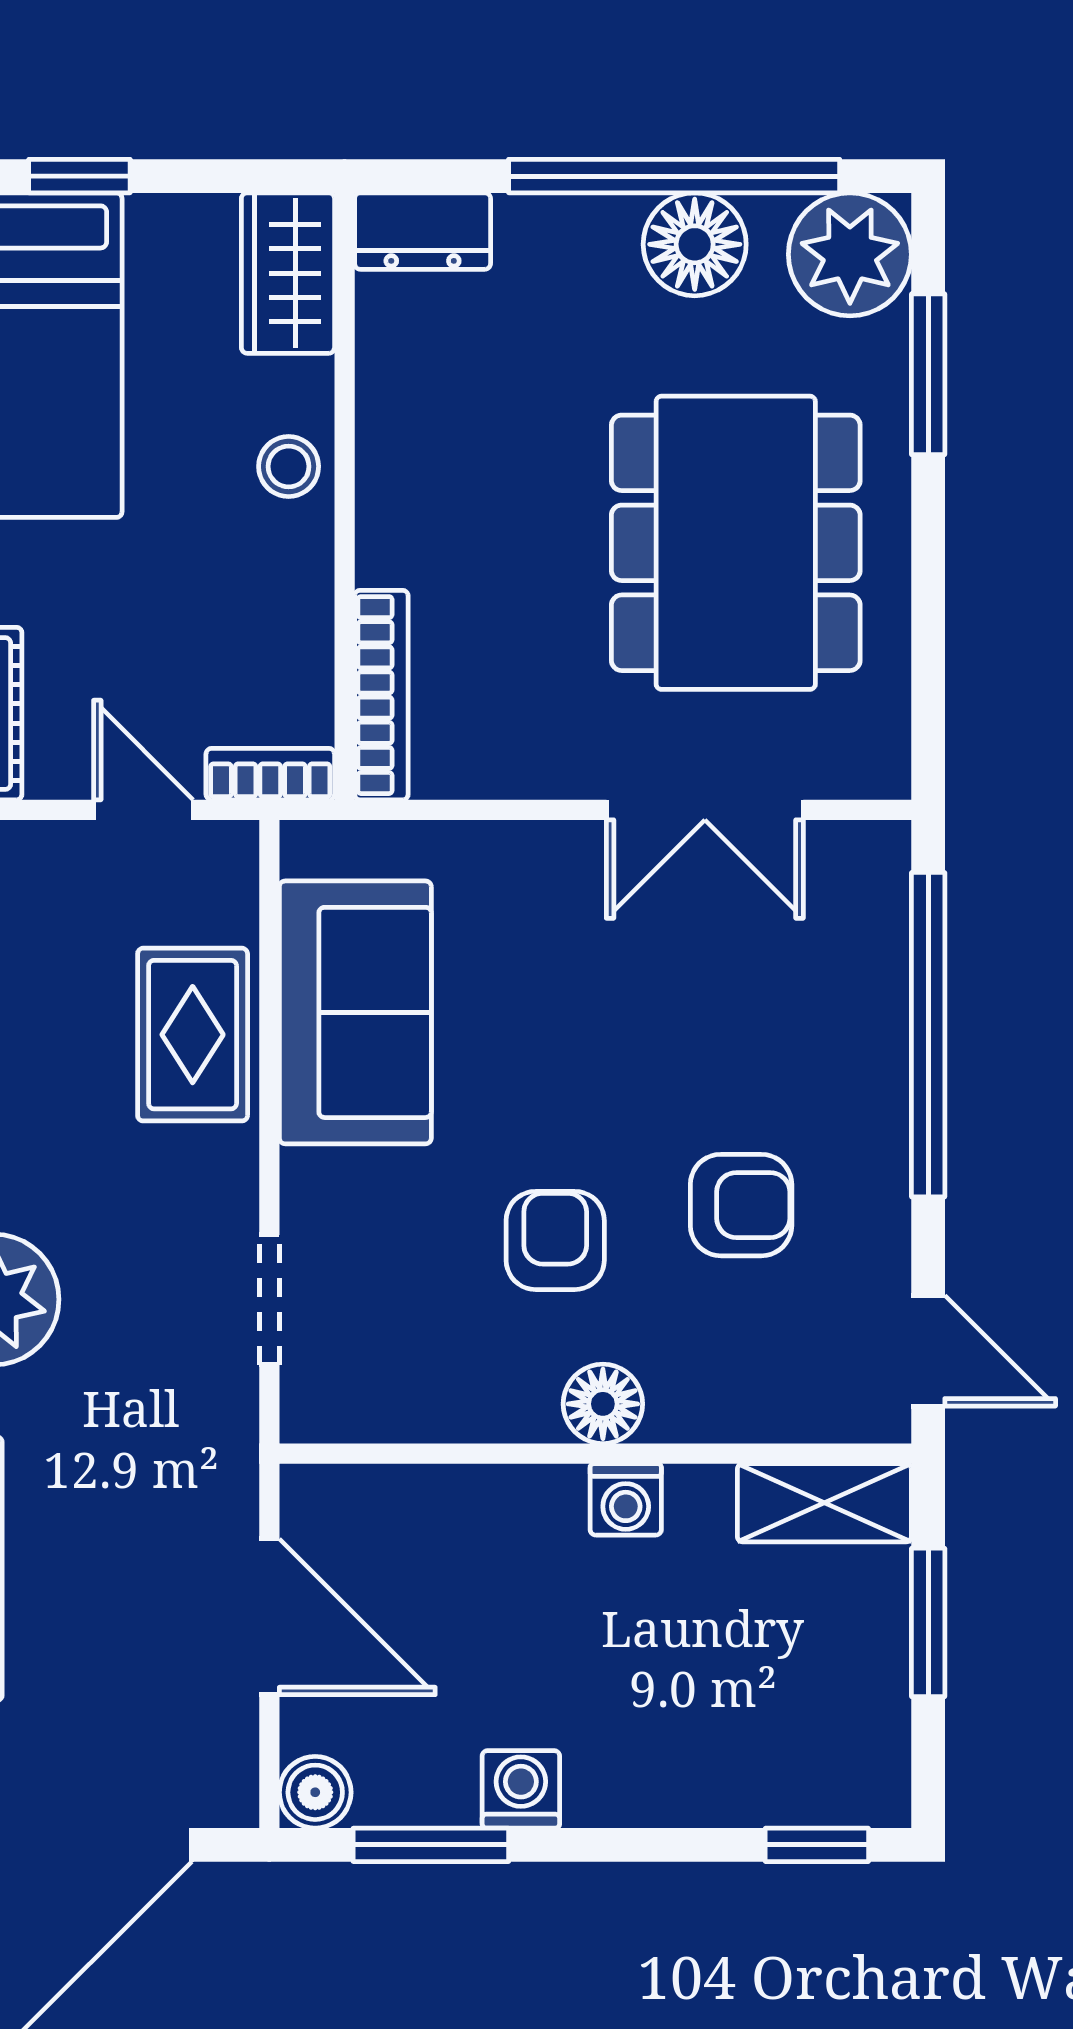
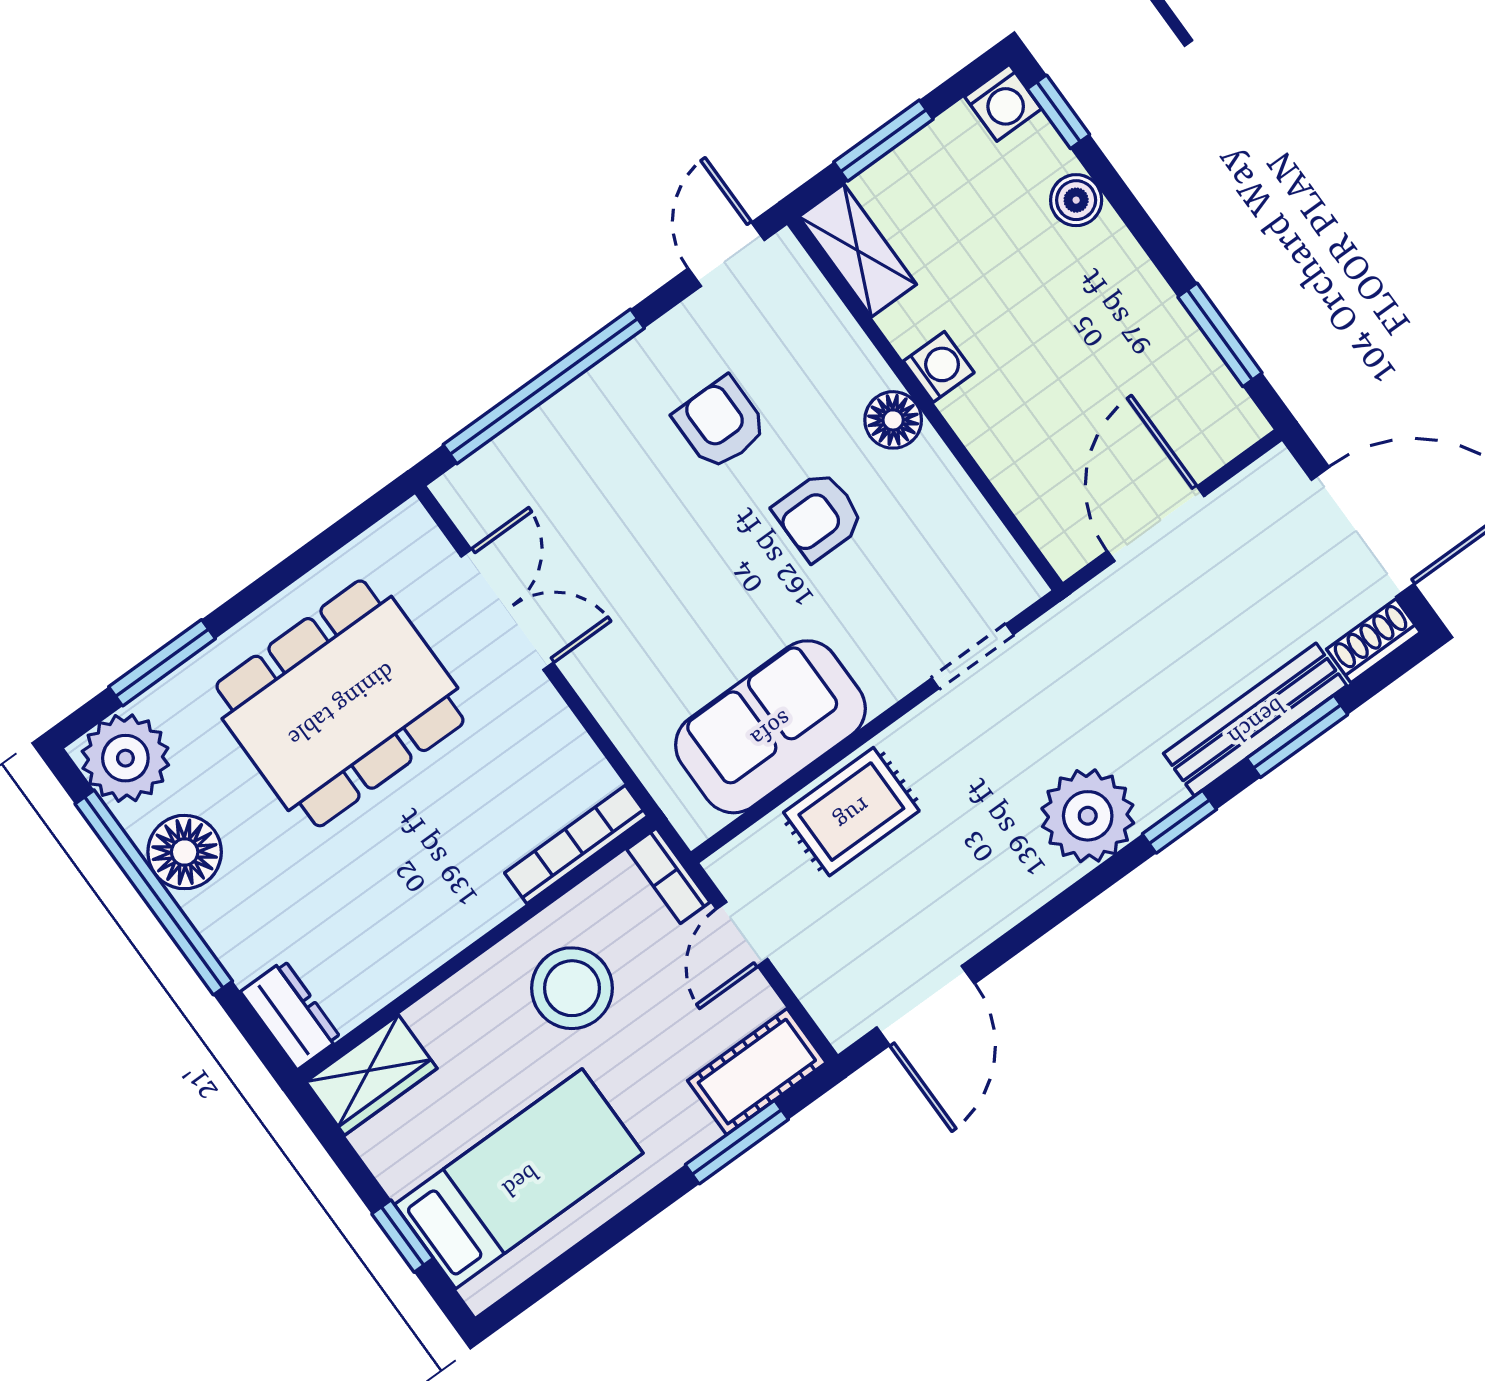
stool: (289, 466) -> (572, 988), moved, width x1.89, depth x1.89
washing machine: (521, 1789) -> (1003, 103), moved, turned -90
boiler: (315, 1792) -> (1076, 200), moved

